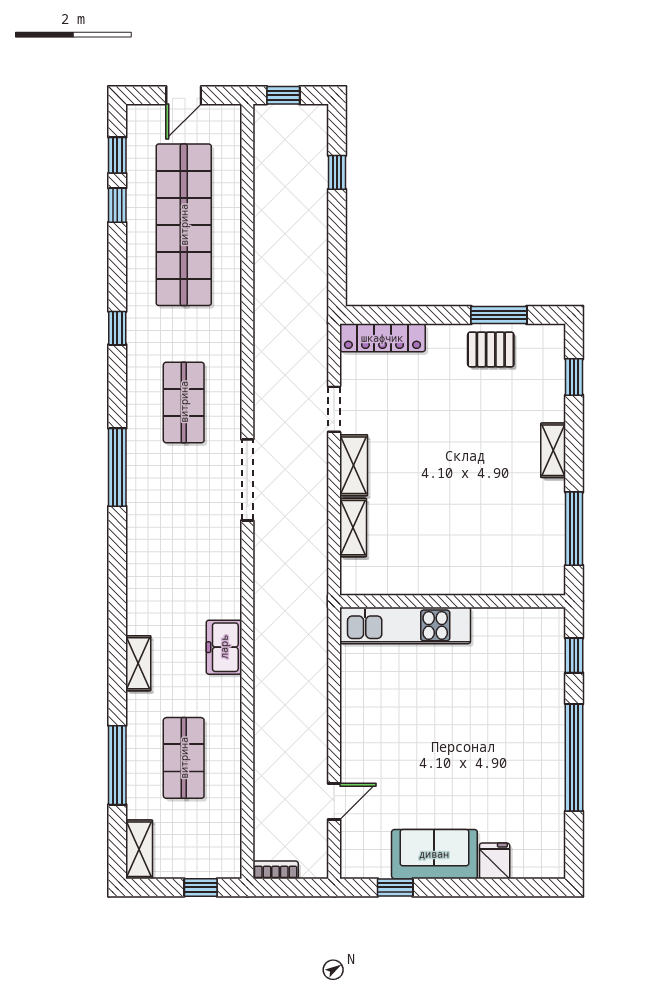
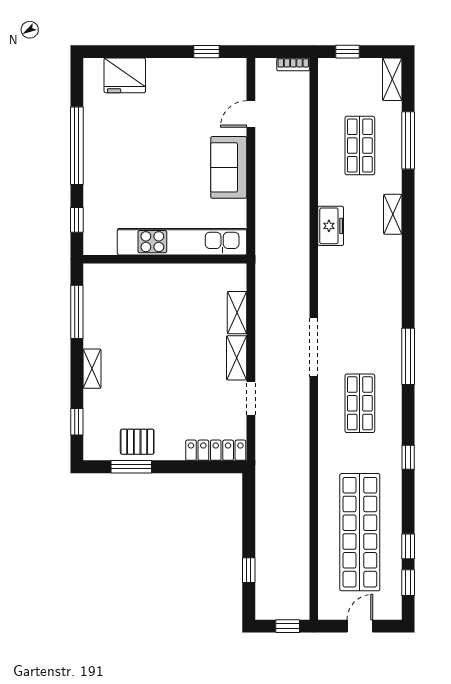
kitchen unit: (405, 625) -> (182, 242), width x1.36
sofa: (434, 854) -> (229, 167), moved, turned 90
fridge: (495, 861) -> (125, 75), width x1.88, depth x1.34

